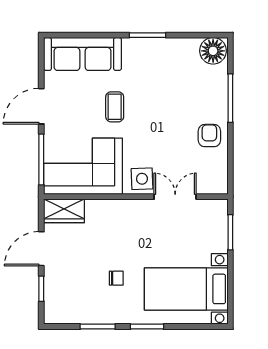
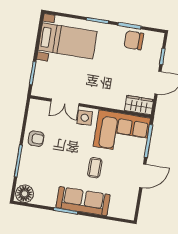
sofa: (82, 54) -> (83, 201), moved
armchair: (209, 136) -> (36, 139), turned -90
chair: (116, 278) -> (134, 40), moved, width x1.87, depth x1.87

